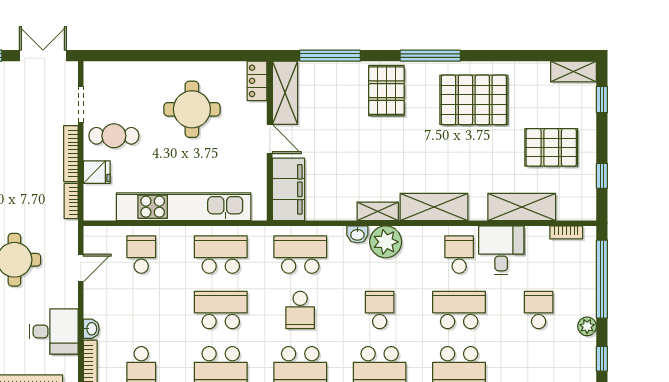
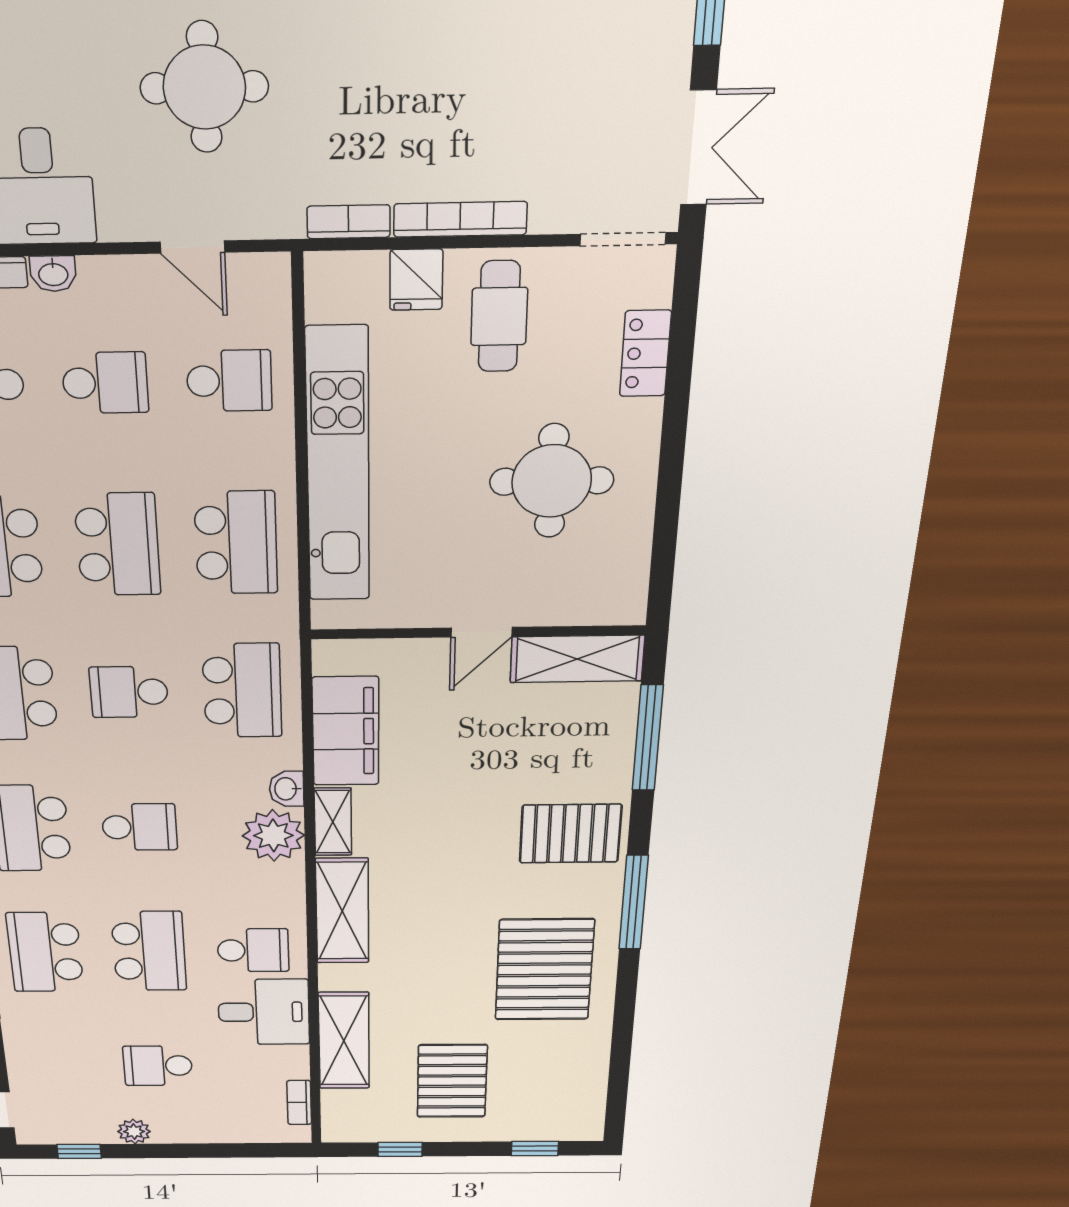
shelving: (574, 71) -> (587, 1110), removed
locker: (257, 81) -> (645, 354), moved, turned -90
doorway: (81, 105) -> (623, 239), moved
filing cabinet: (288, 189) -> (346, 731), moved, turned -90
window: (602, 279) -> (219, 1150), removed
school desk: (141, 310) -> (105, 383), added
school desk: (539, 310) -> (158, 1066), turned 180

